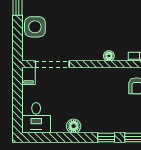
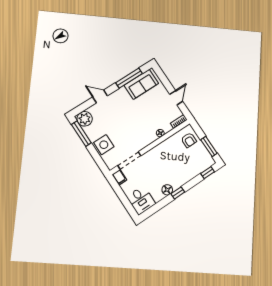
window: (106, 138) -> (178, 193), moved

